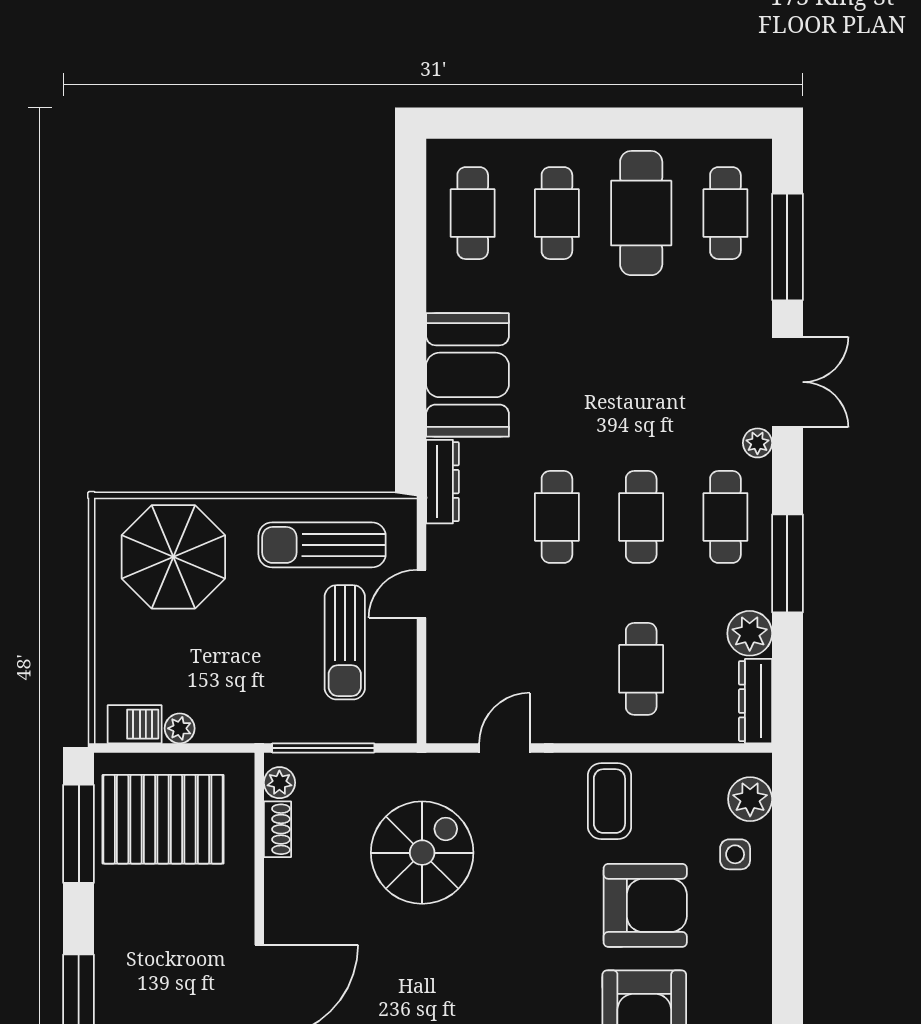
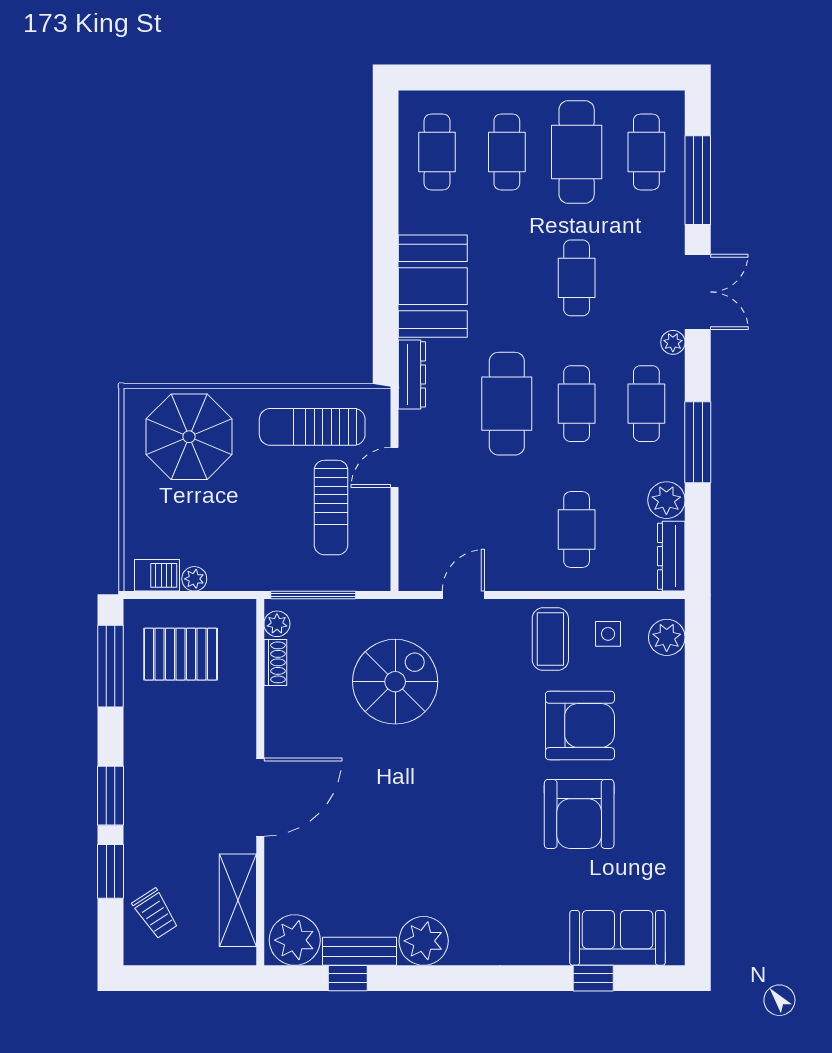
cafe table: (641, 365) -> (577, 278), added
cafe table: (557, 517) -> (507, 404), width x1.37, depth x1.35
pallet: (163, 819) -> (181, 654), width x0.73, depth x0.71
side table: (735, 854) -> (608, 634), moved

